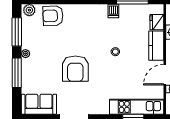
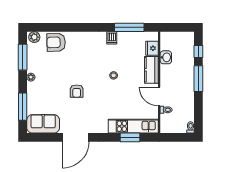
armchair: (75, 69) -> (77, 91), width x0.53, depth x0.53
window: (17, 73) -> (23, 107), moved
door: (165, 75) -> (159, 97), hinge flipped

